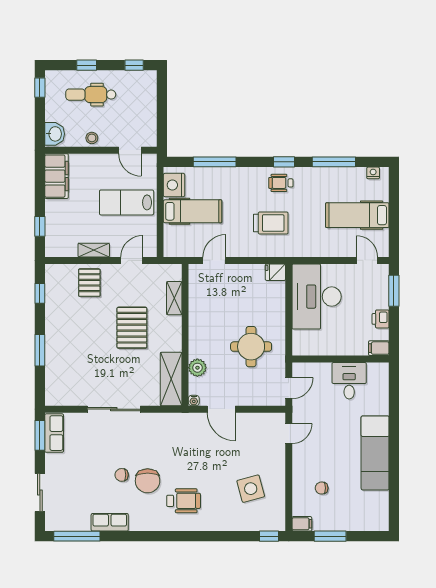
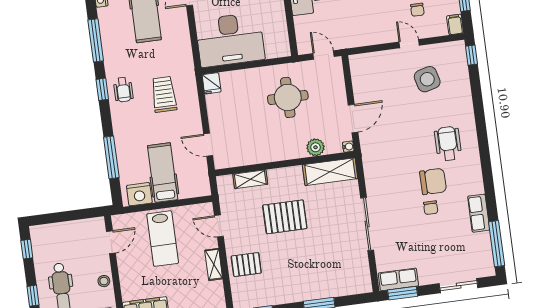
door: (289, 434) -> (409, 44), moved

